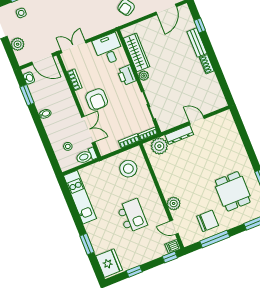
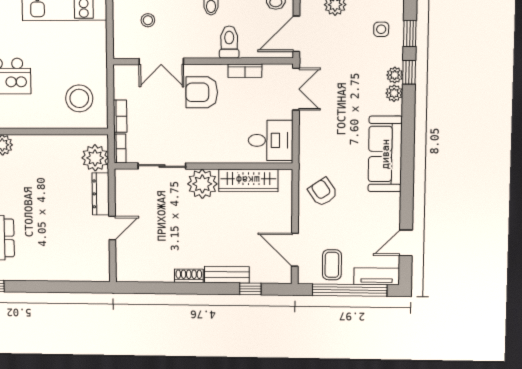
printer: (127, 75) -> (220, 152), removed
plant: (144, 76) -> (202, 184), width x1.87, depth x1.87
toilet: (86, 156) -> (229, 42), moved

